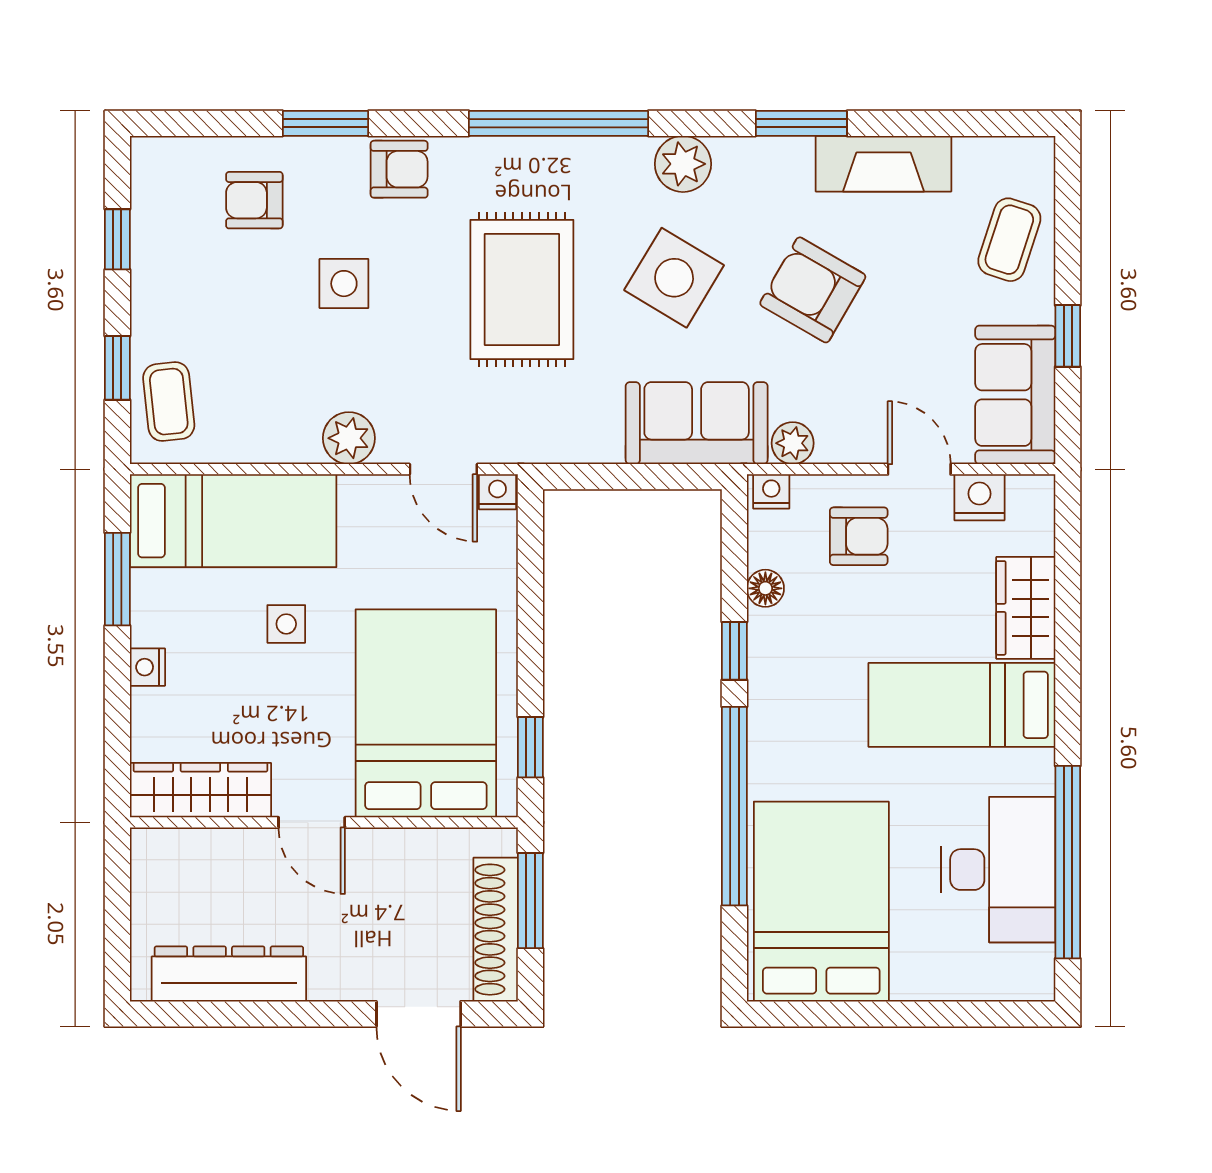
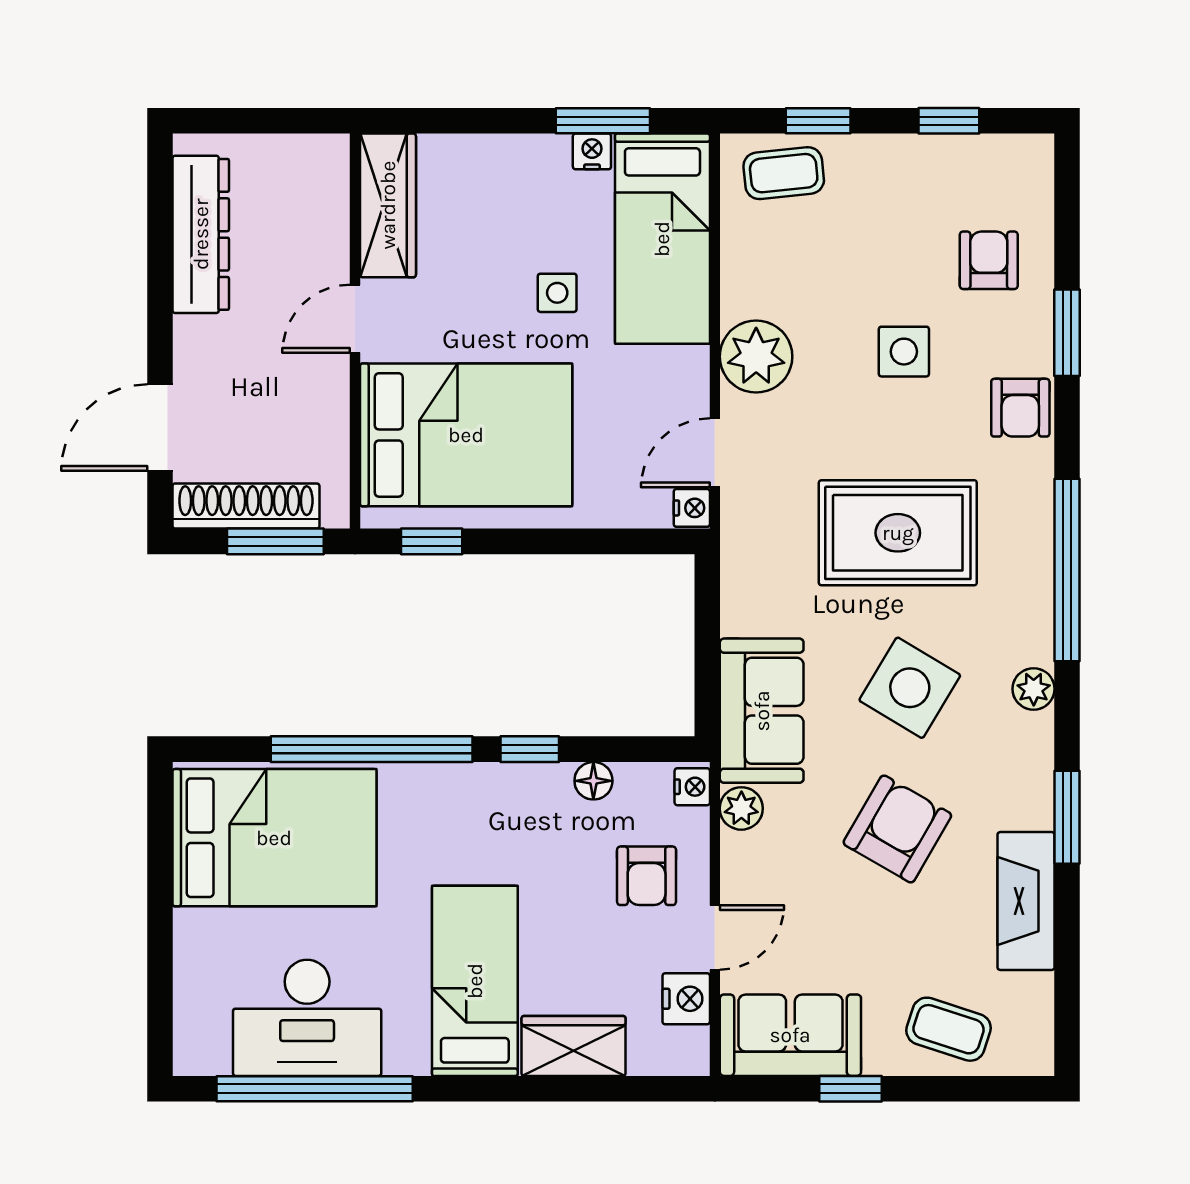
plant: (683, 164) -> (1034, 689), width x0.73, depth x0.73
plant: (349, 438) -> (756, 357), width x1.36, depth x1.36
nightstand: (147, 667) -> (592, 151), moved

